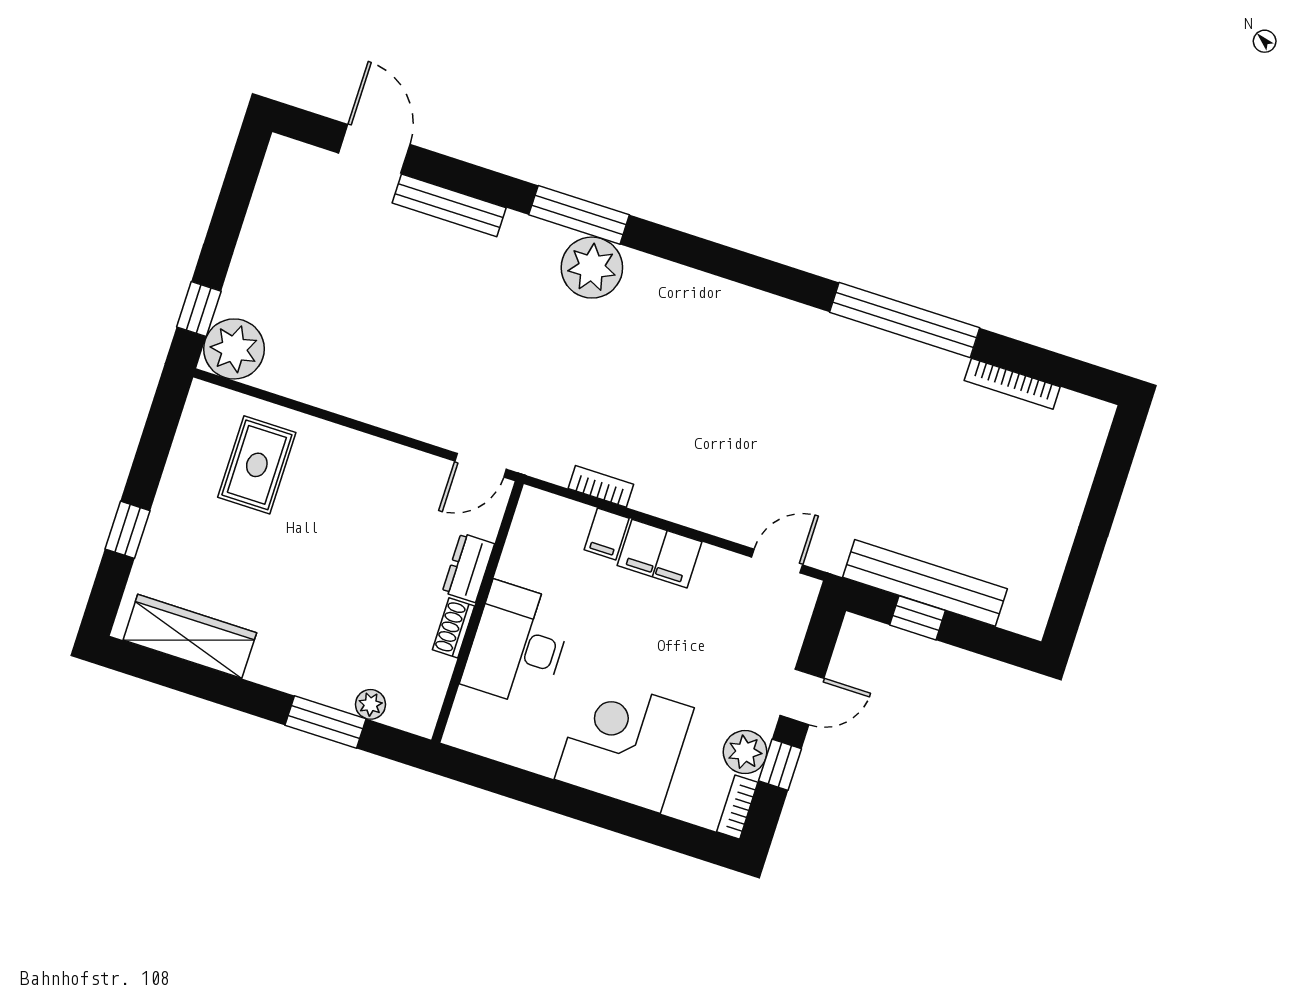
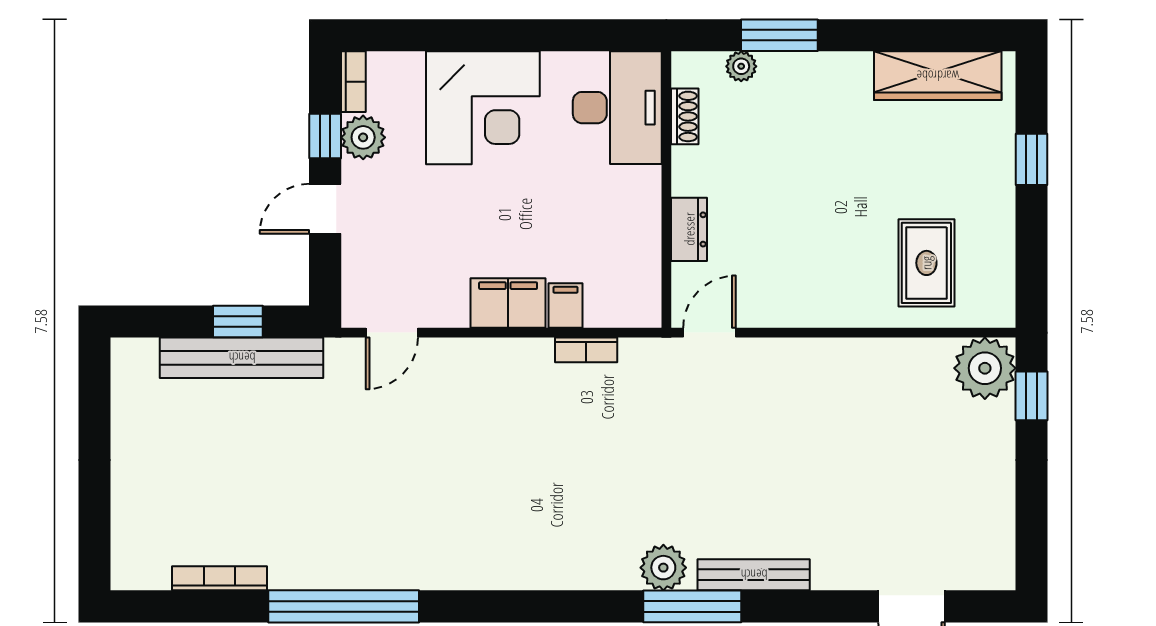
bench: (449, 205) -> (754, 575), moved
plant: (592, 268) -> (663, 568), width x0.73, depth x0.73
shoe rack: (453, 628) -> (685, 116), moved
desk: (518, 645) -> (617, 108), moved

